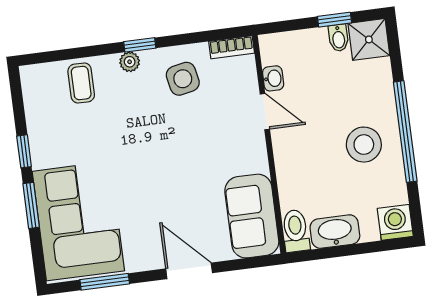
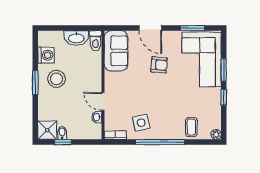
window: (140, 45) -> (160, 142), width x3.17
plant: (130, 62) -> (216, 134), moved
window: (405, 132) -> (35, 83), width x0.47
armchair: (162, 199) -> (159, 65), added
washing machine: (395, 222) -> (46, 55), moved, turned -90

